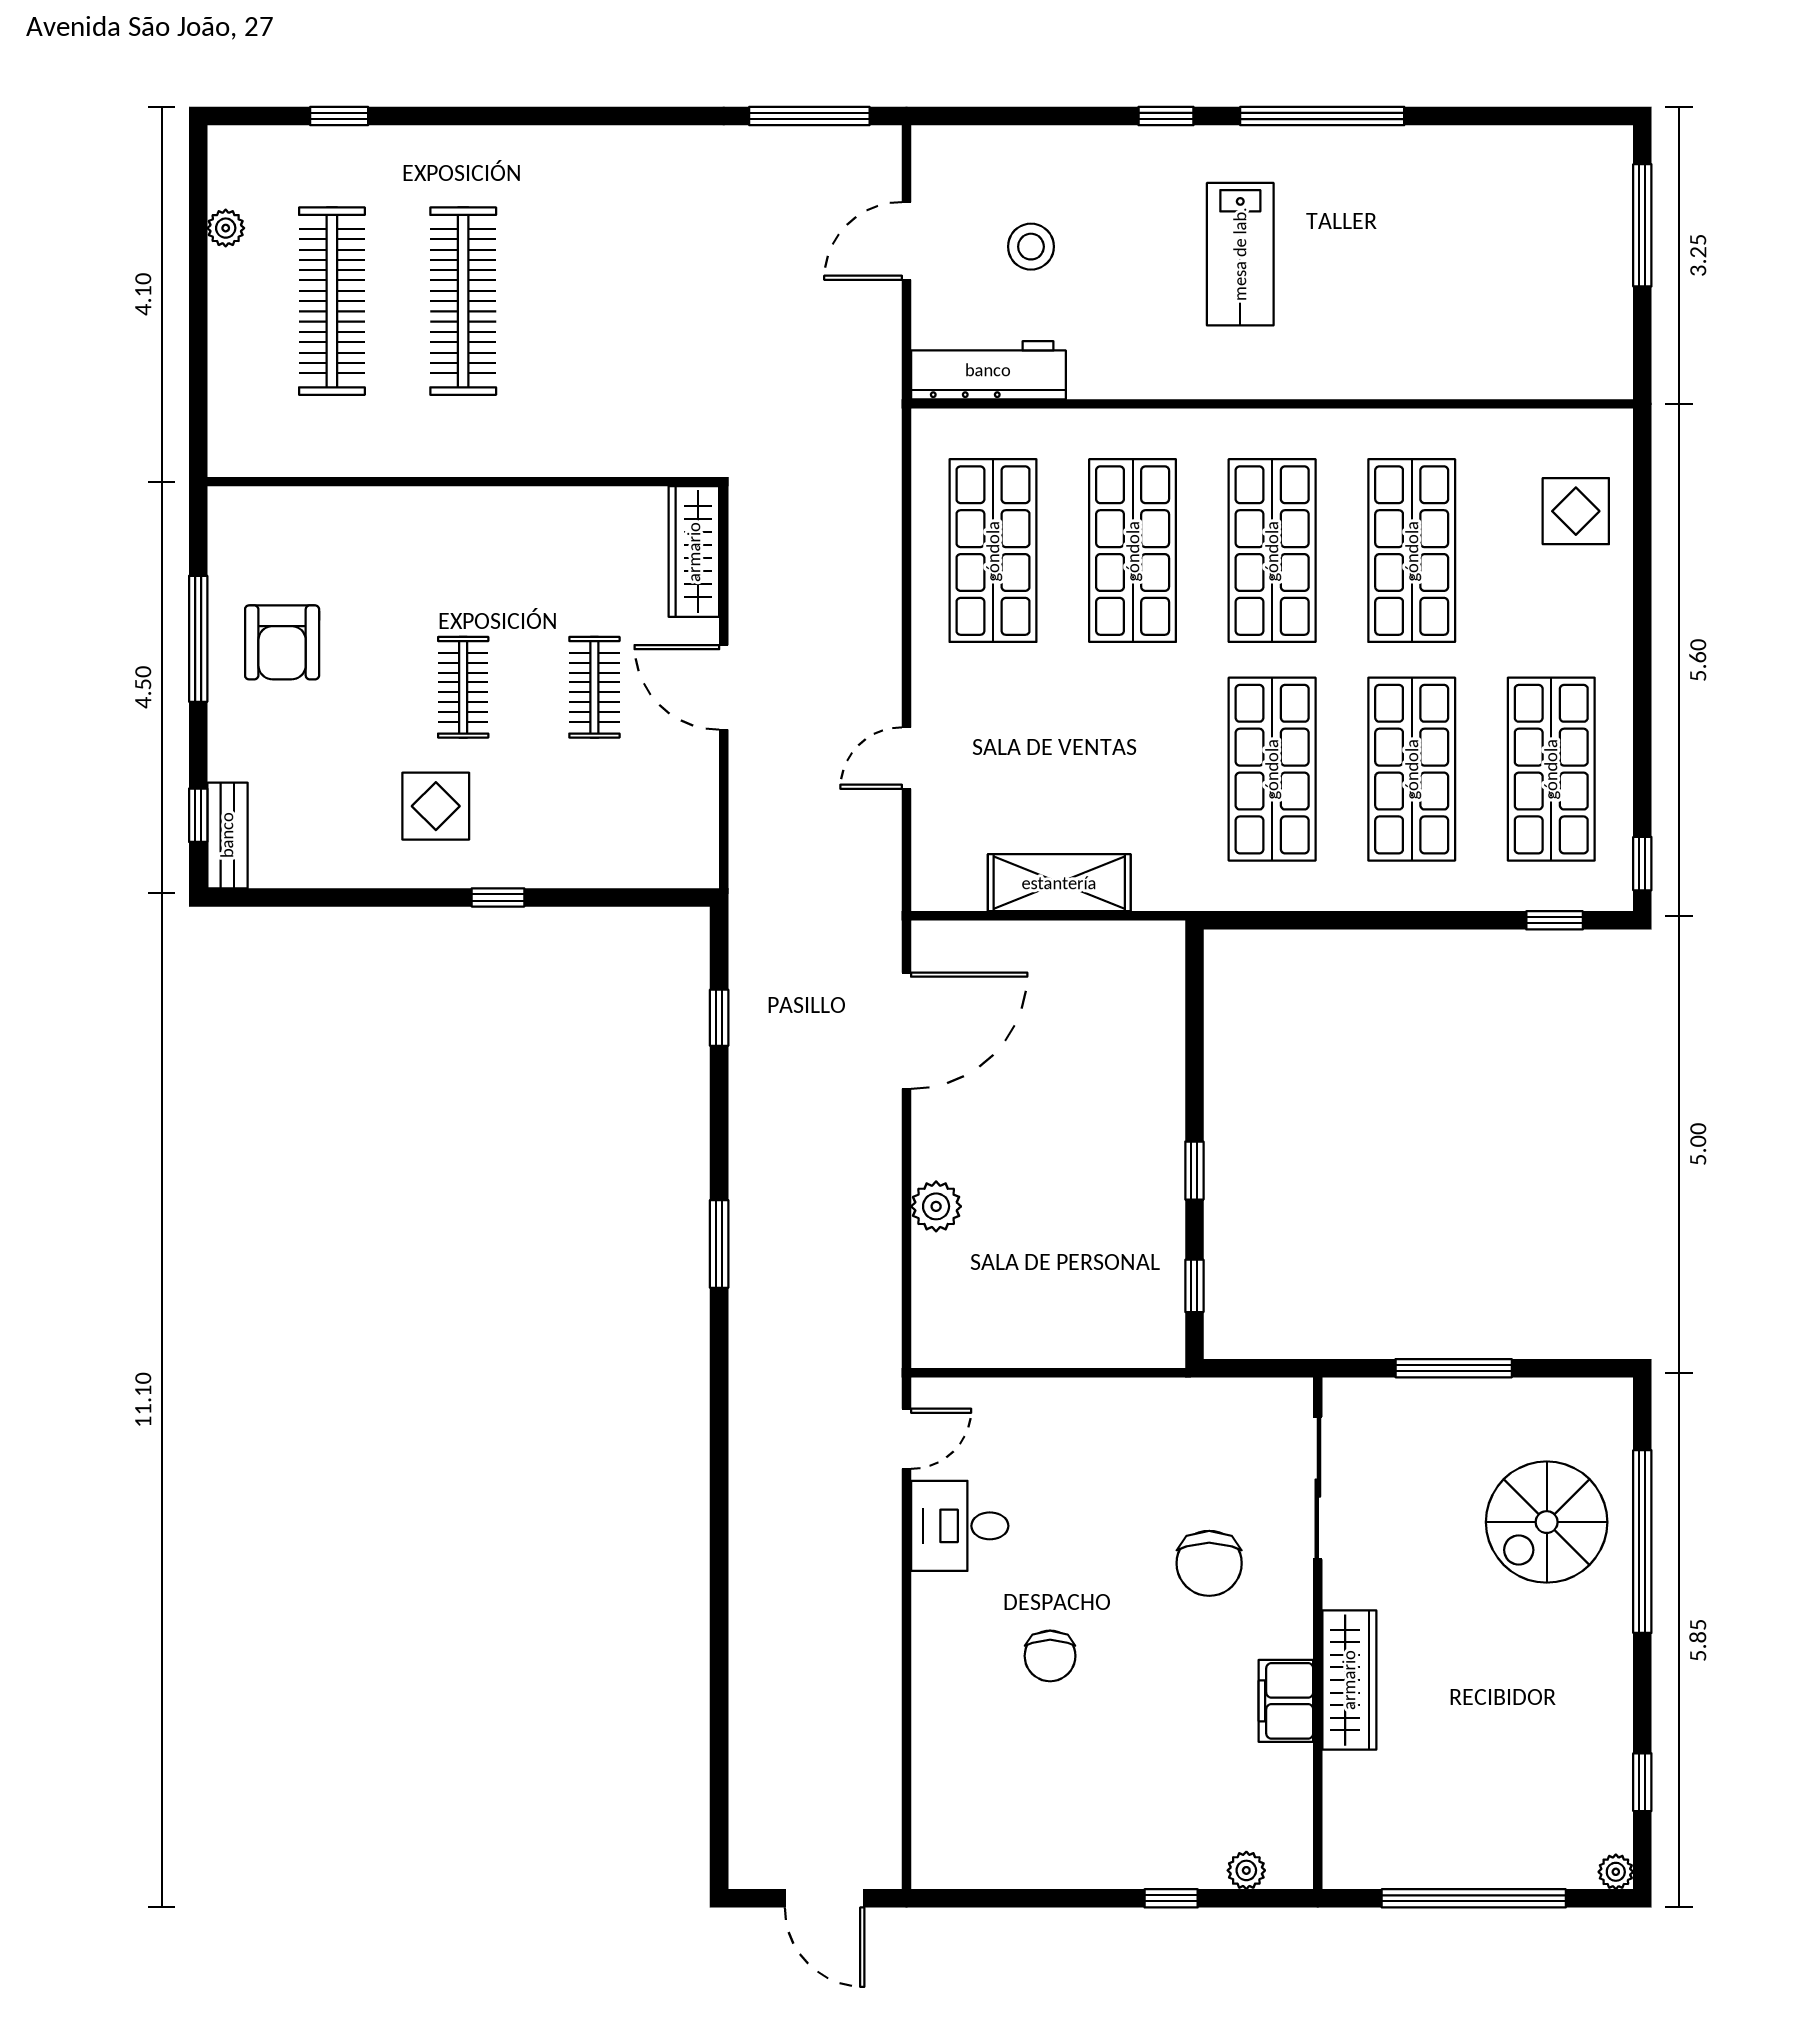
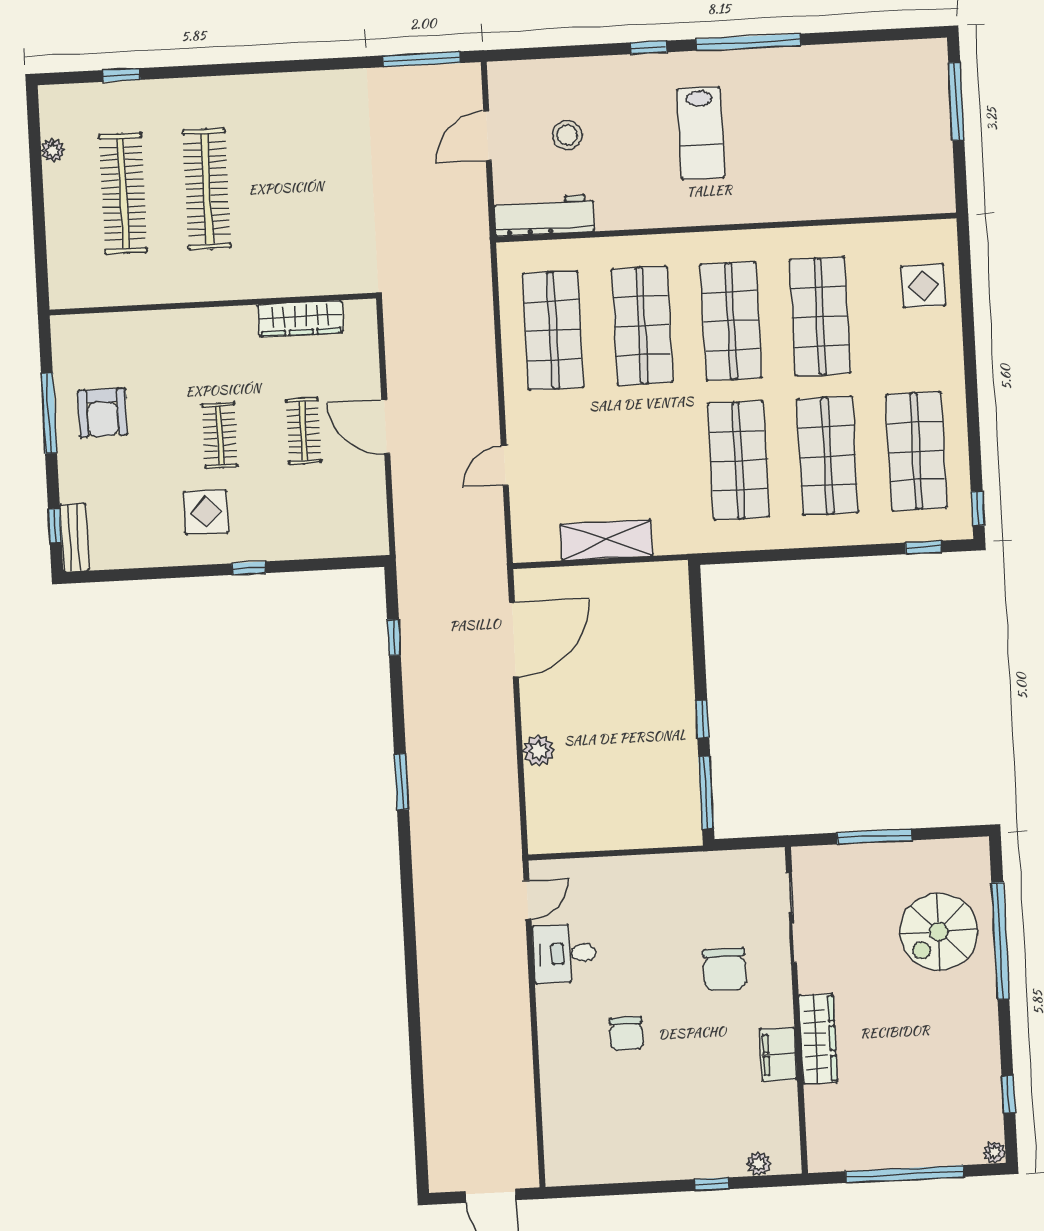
wardrobe: (694, 552) -> (301, 319), moved, turned -90
window: (1194, 1286) -> (706, 793), width x2.17

